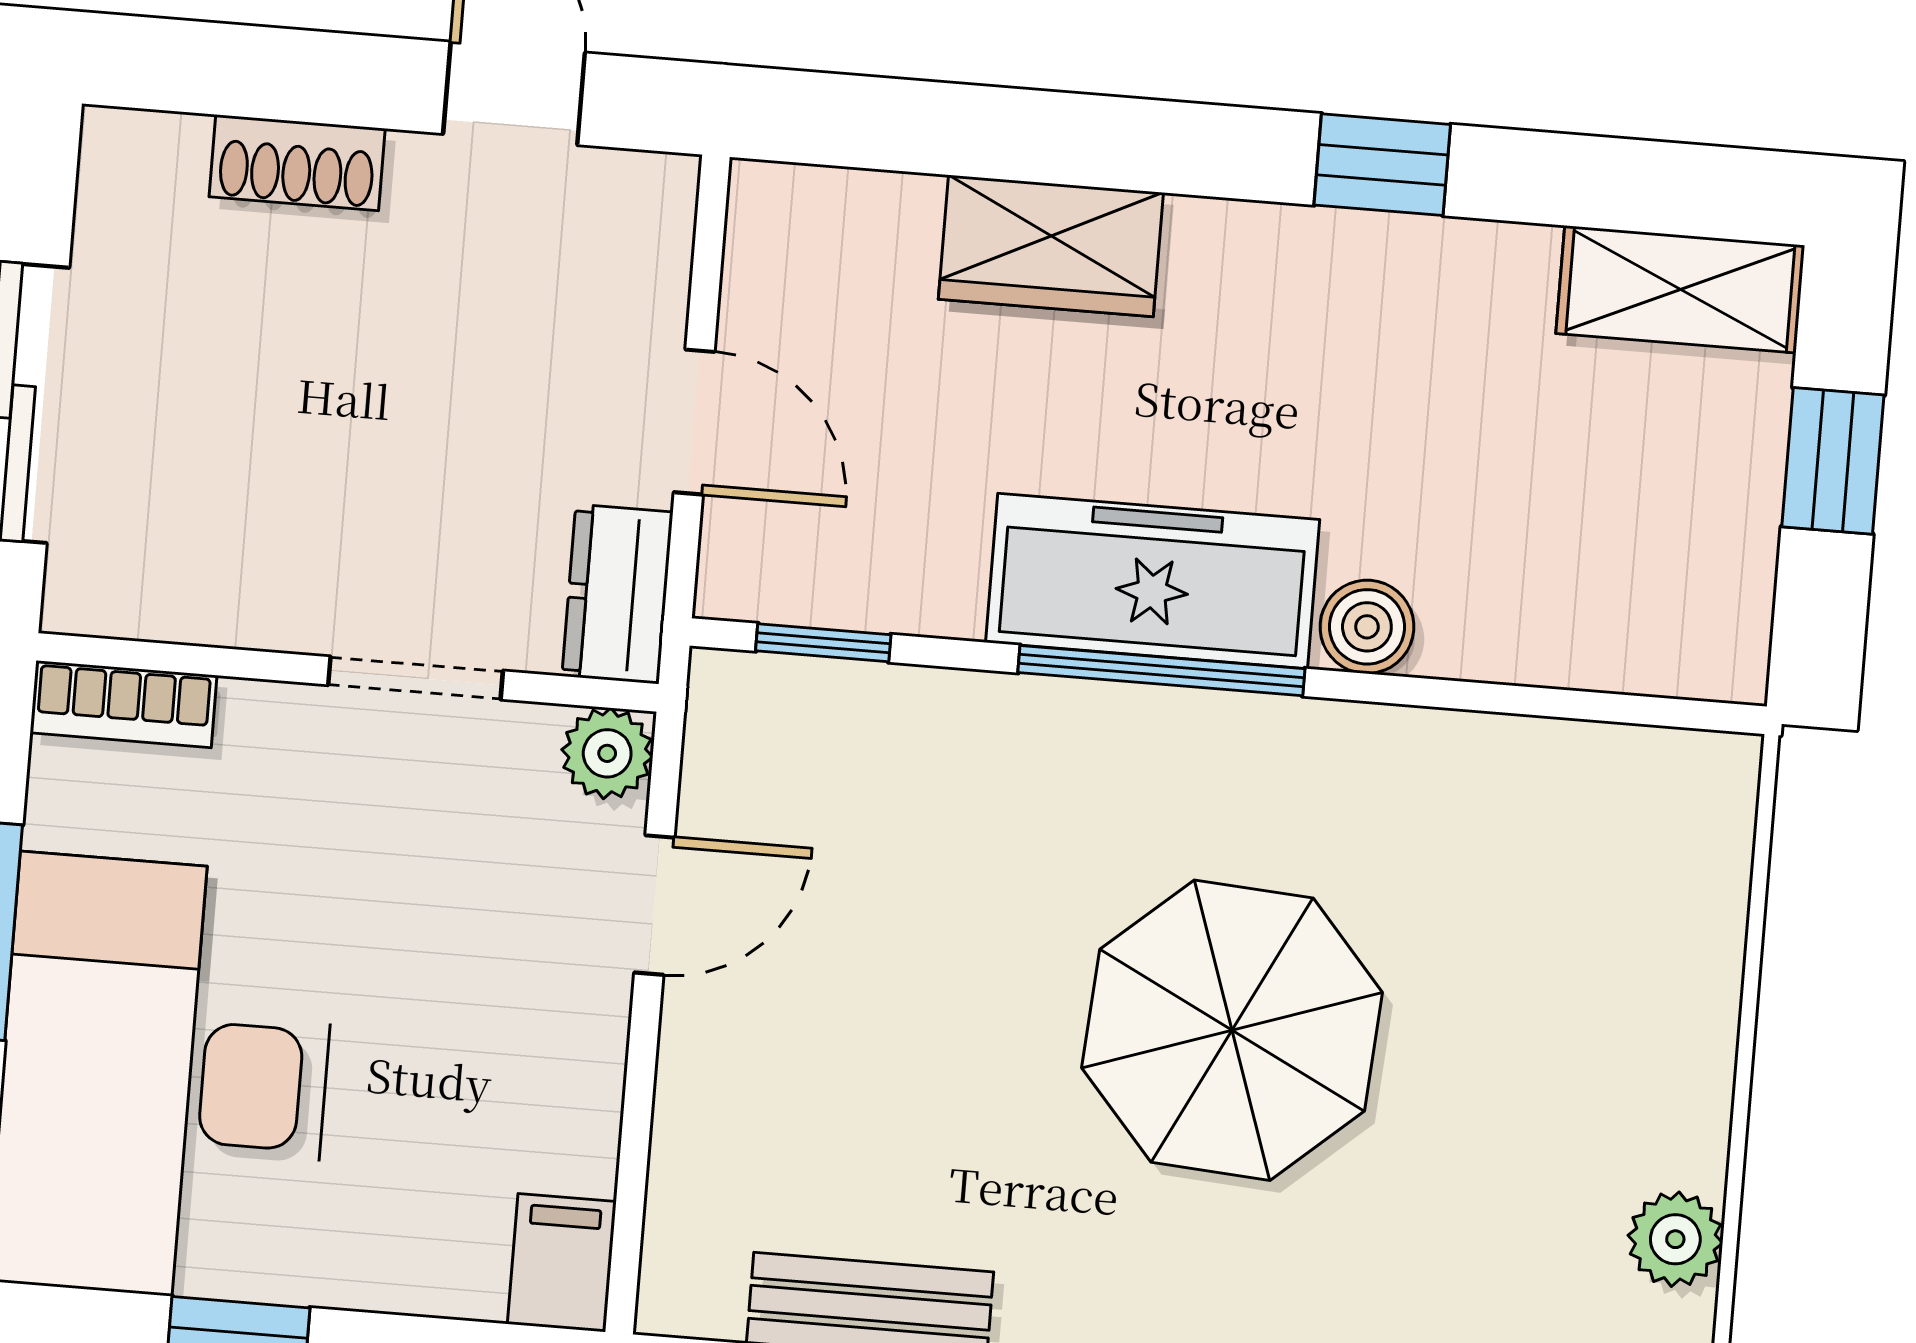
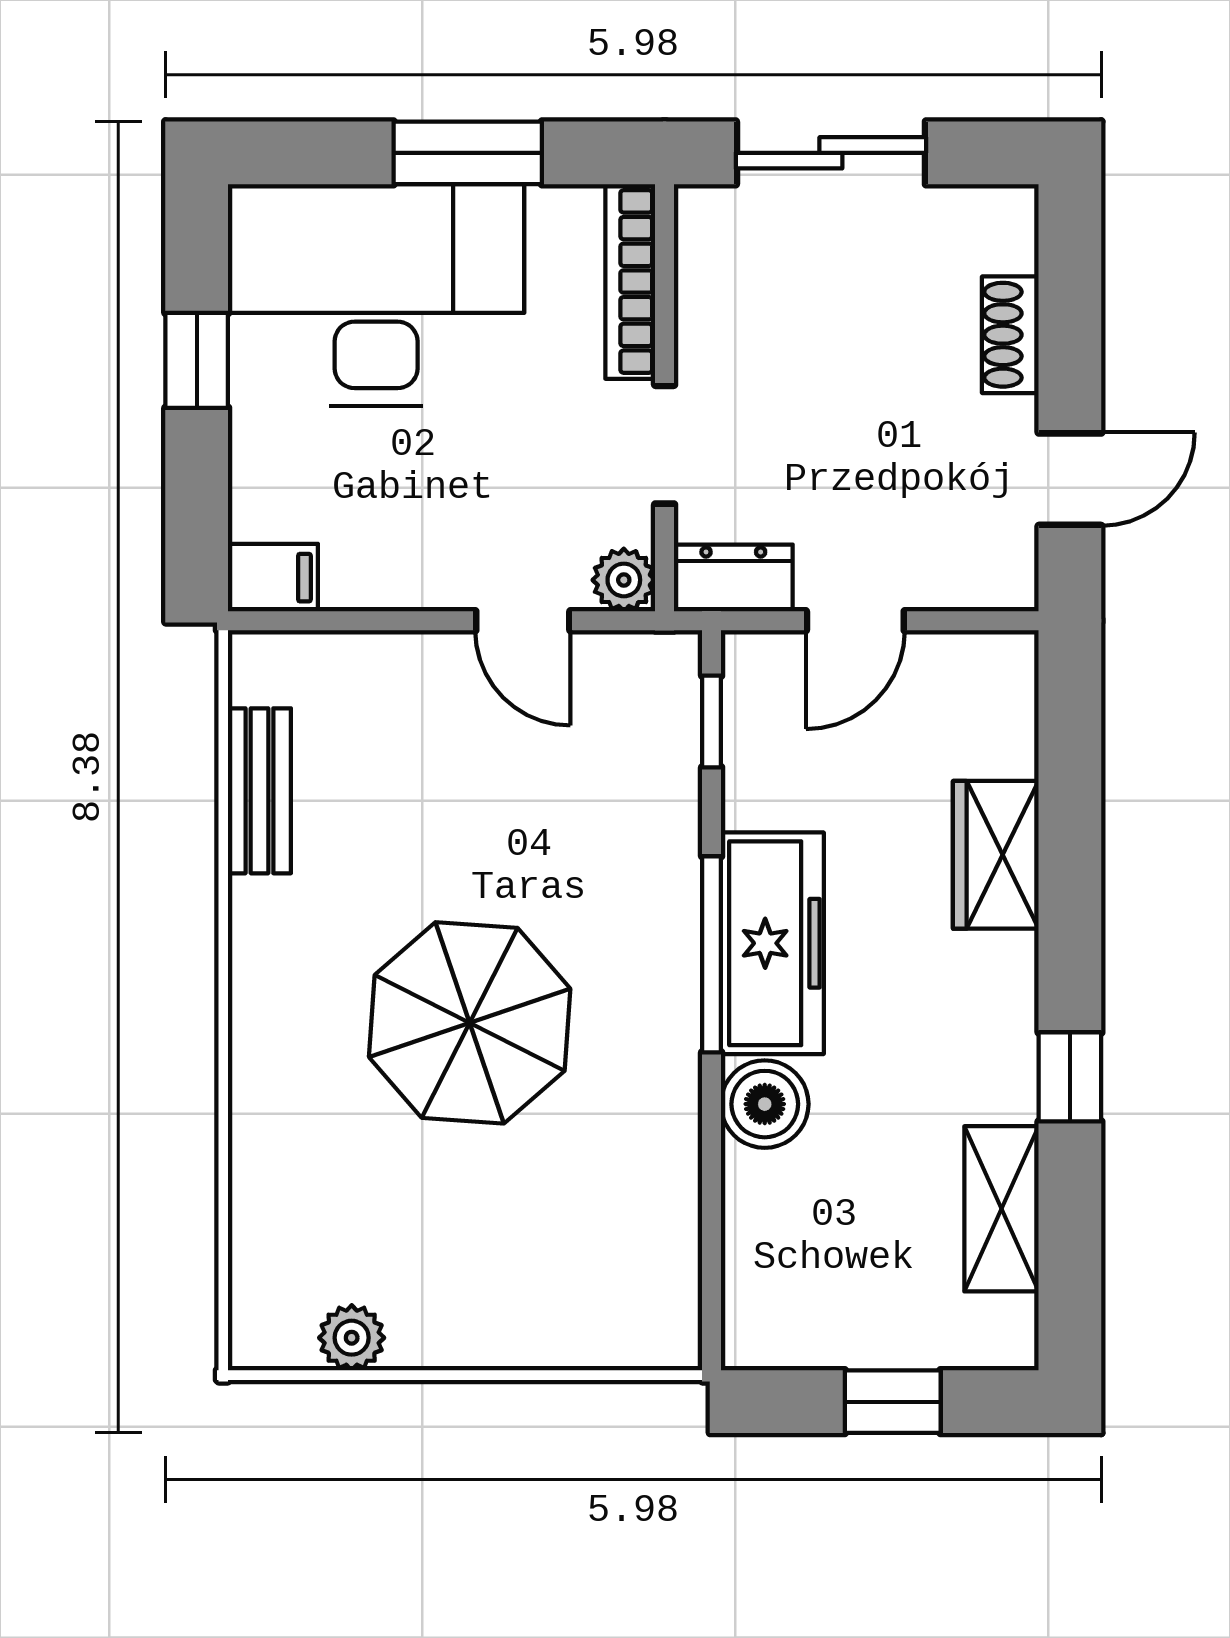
shelving: (1680, 289) -> (1001, 1209), moved
boiler: (1367, 627) -> (765, 1104), width x1.36, depth x1.36
bookcase: (123, 704) -> (630, 281), width x1.56

